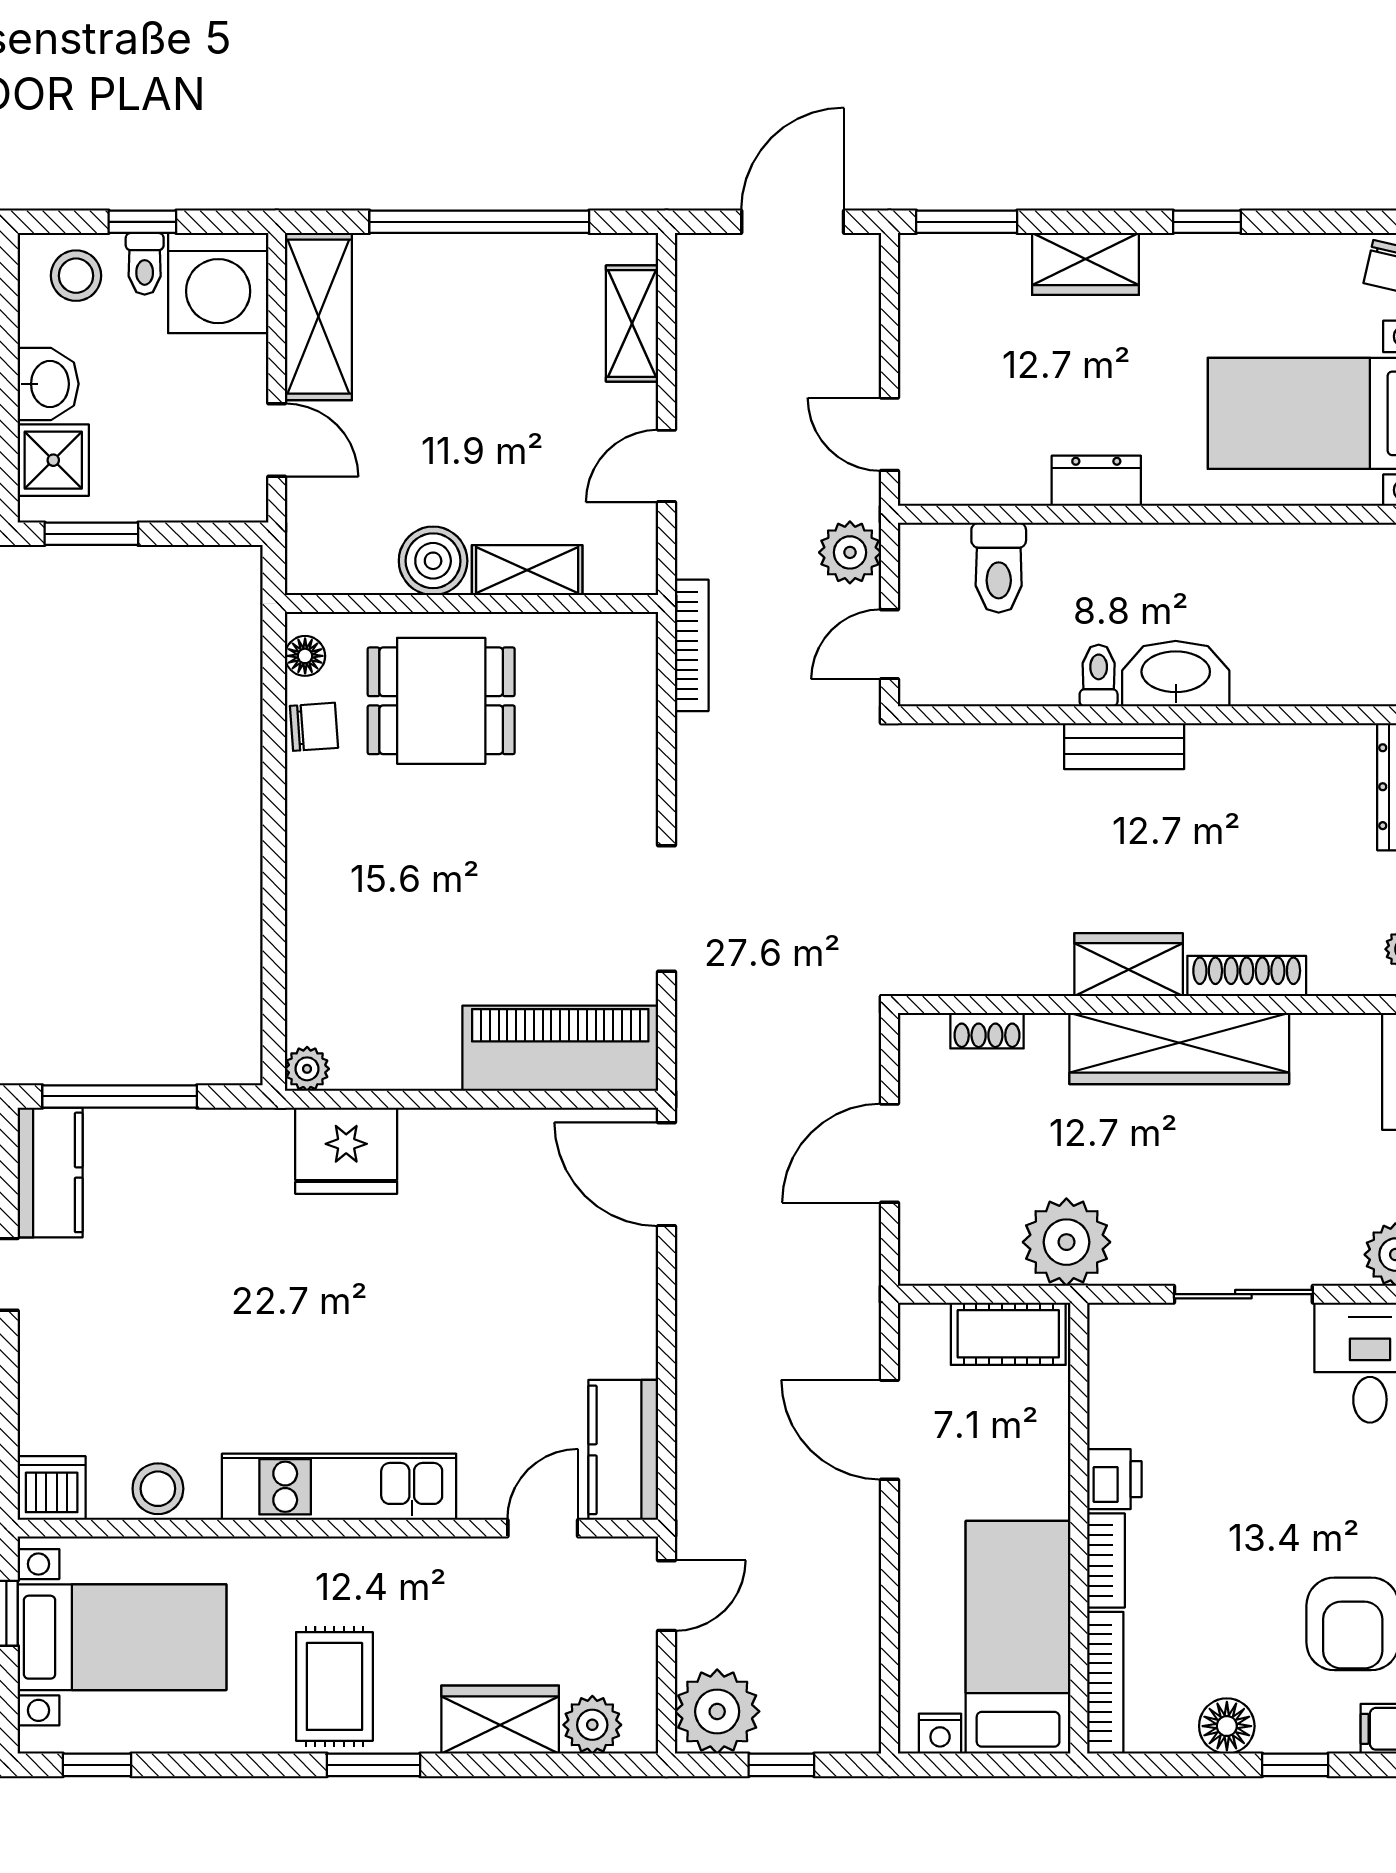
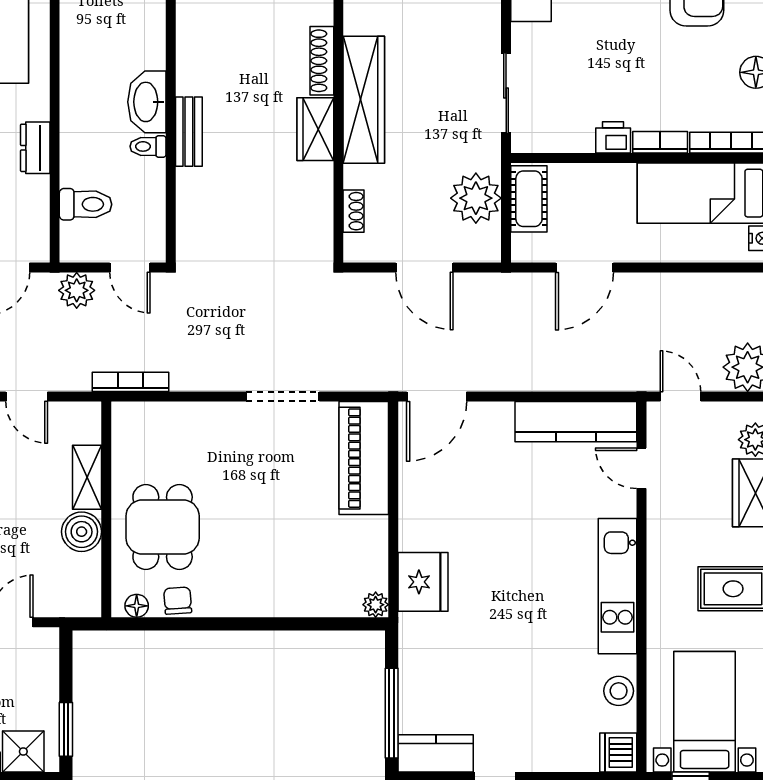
plant: (1066, 1242) -> (476, 198), moved
sliding door: (1243, 1294) -> (506, 93), moved
kitchen counter: (623, 1450) -> (576, 422), width x1.50

